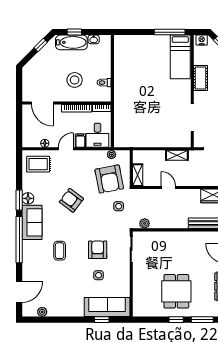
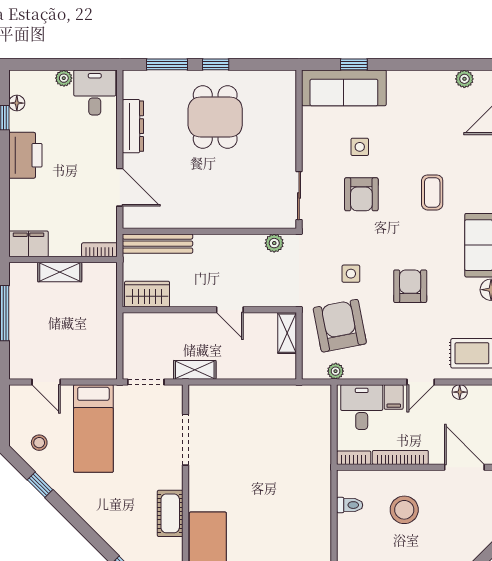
shelving: (177, 155) -> (195, 370), moved
armchair: (71, 200) -> (410, 286), turned -127
side table: (119, 206) -> (351, 274), moved

